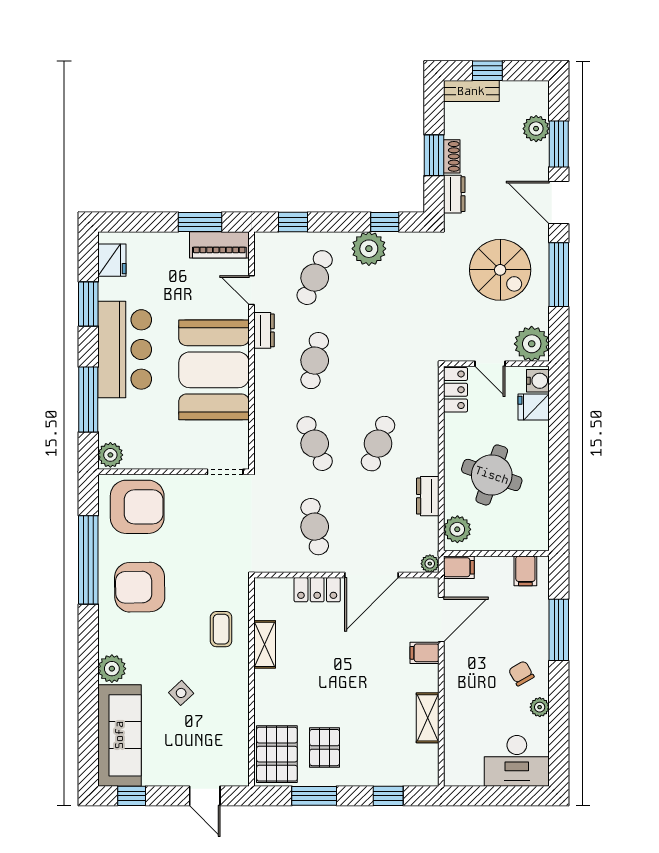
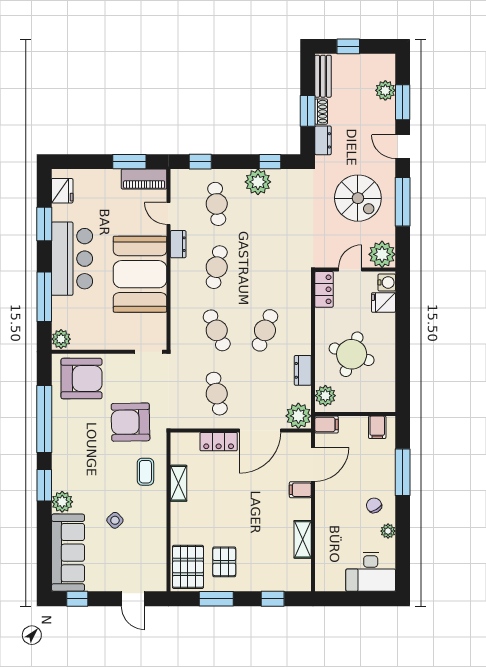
bench: (471, 91) -> (323, 76), moved, turned 90
door: (559, 202) -> (403, 147), width x0.73
cafe table: (315, 278) -> (217, 204), turned -30
door: (490, 364) -> (350, 269), swing flipped
plant: (430, 564) -> (298, 416), width x1.88, depth x1.88
armchair: (140, 587) -> (131, 422), moved
window: (88, 647) -> (44, 485), added

